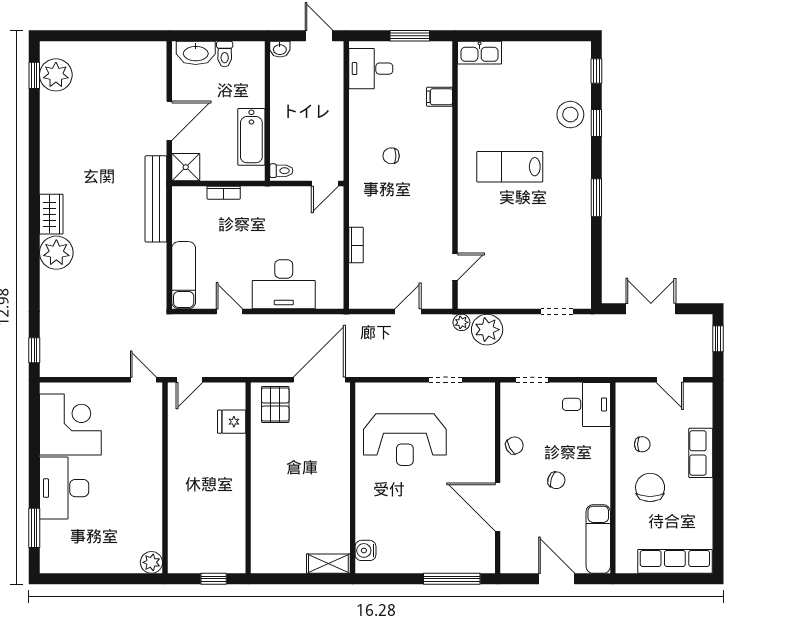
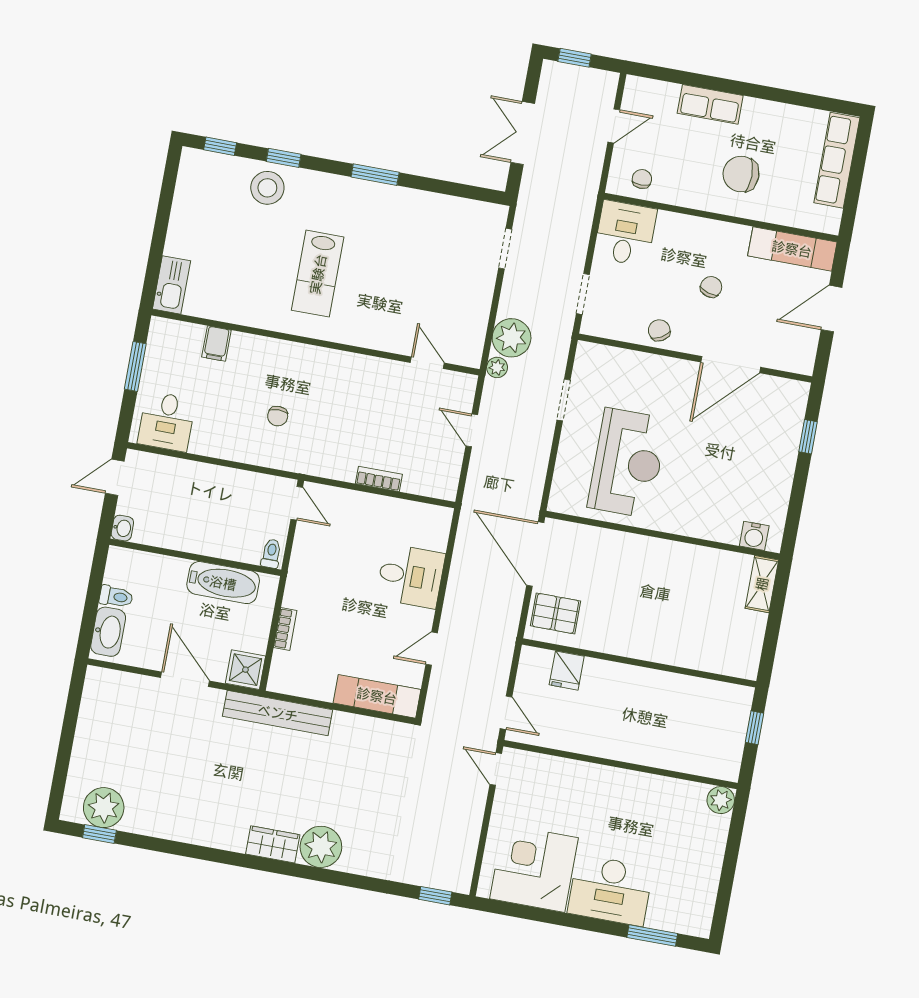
desk: (284, 284) -> (411, 576), width x0.73
door: (143, 380) -> (496, 769), hinge flipped
chair: (642, 444) -> (642, 179), moved
window: (452, 579) -> (808, 437), width x0.46

